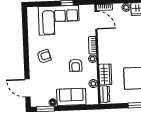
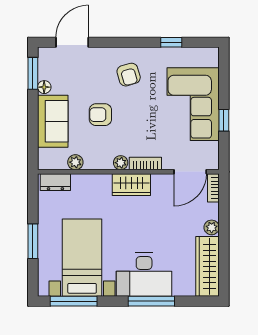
window: (25, 34) -> (171, 42), added
armchair: (76, 65) -> (100, 115), moved
wardrobe: (105, 74) -> (131, 185), moved

